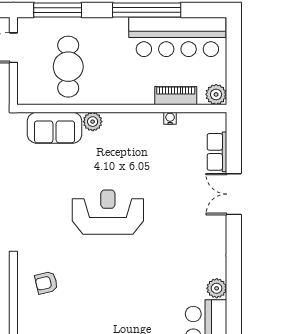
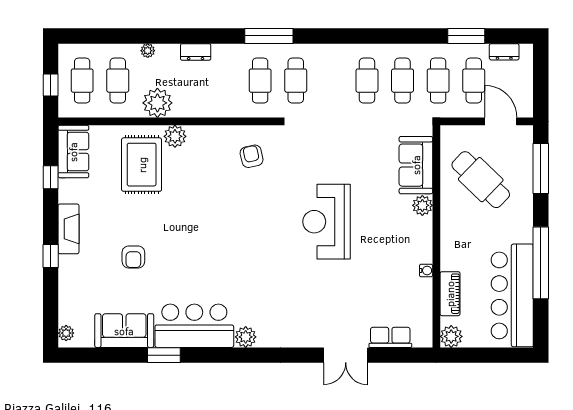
cafe table: (68, 67) -> (481, 180), turned 44
water cooler: (170, 118) -> (426, 271), moved
double door: (234, 194) -> (346, 355), swing flipped
reception desk: (108, 212) -> (326, 222), turned 180

